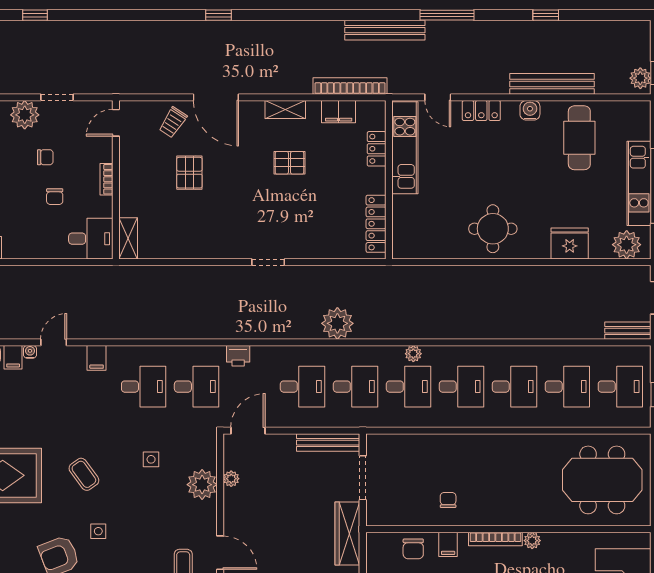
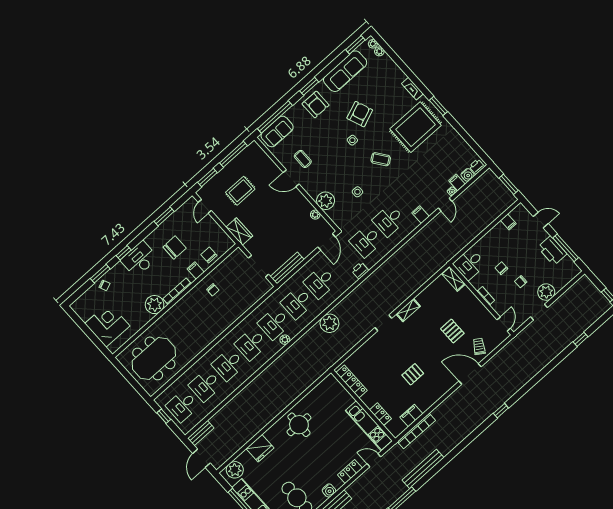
shelving: (285, 110) -> (408, 310), moved
wardrobe: (347, 533) -> (239, 232), width x0.67
plant: (532, 541) -> (155, 305), width x1.88, depth x1.88

